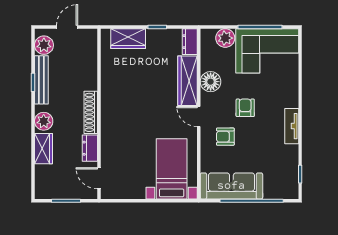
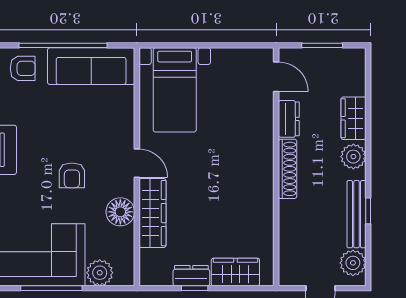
dresser: (190, 42) -> (191, 276), moved, turned -90
armchair: (225, 137) -> (23, 68), moved

